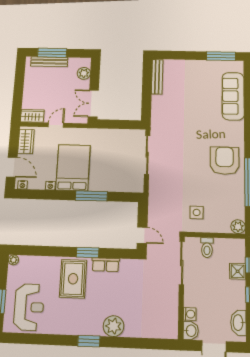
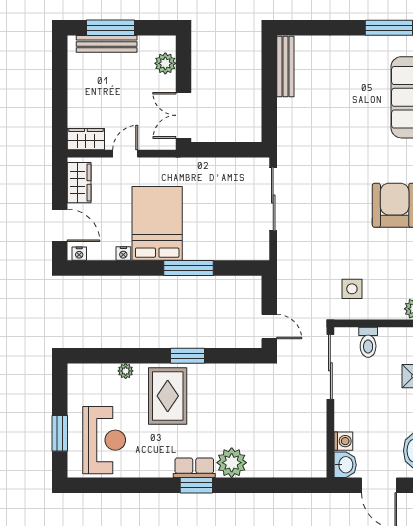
plant: (13, 260) -> (126, 371), moved
row of seats: (106, 265) -> (194, 468), moved, turned 180

